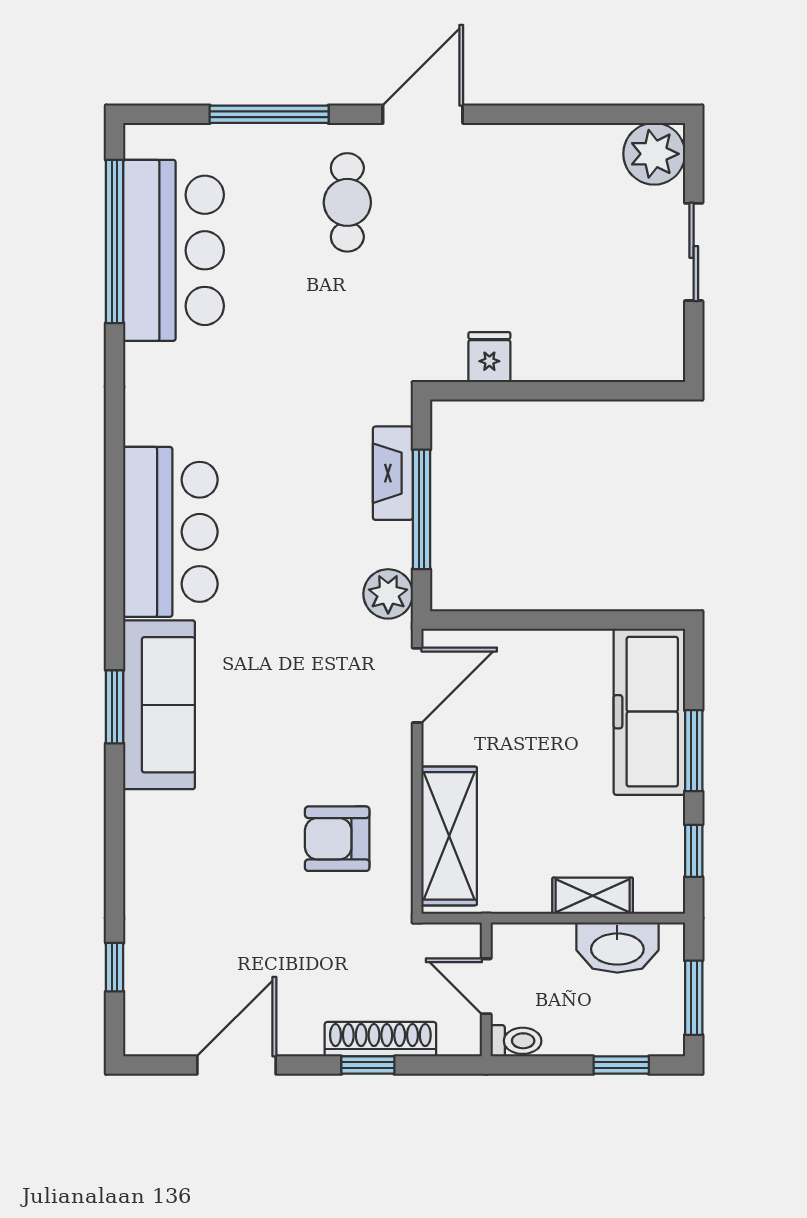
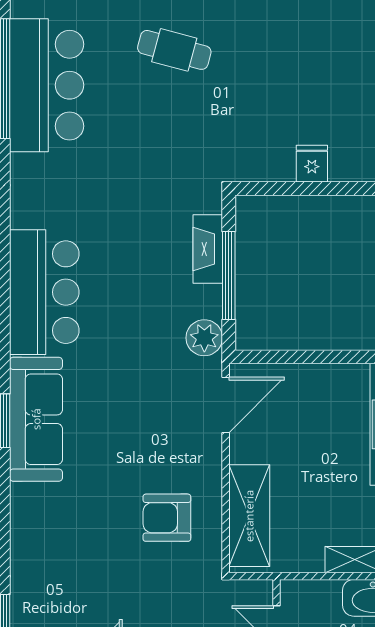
cafe table: (347, 202) -> (174, 50), turned -75
fridge: (489, 357) -> (312, 164), moved

